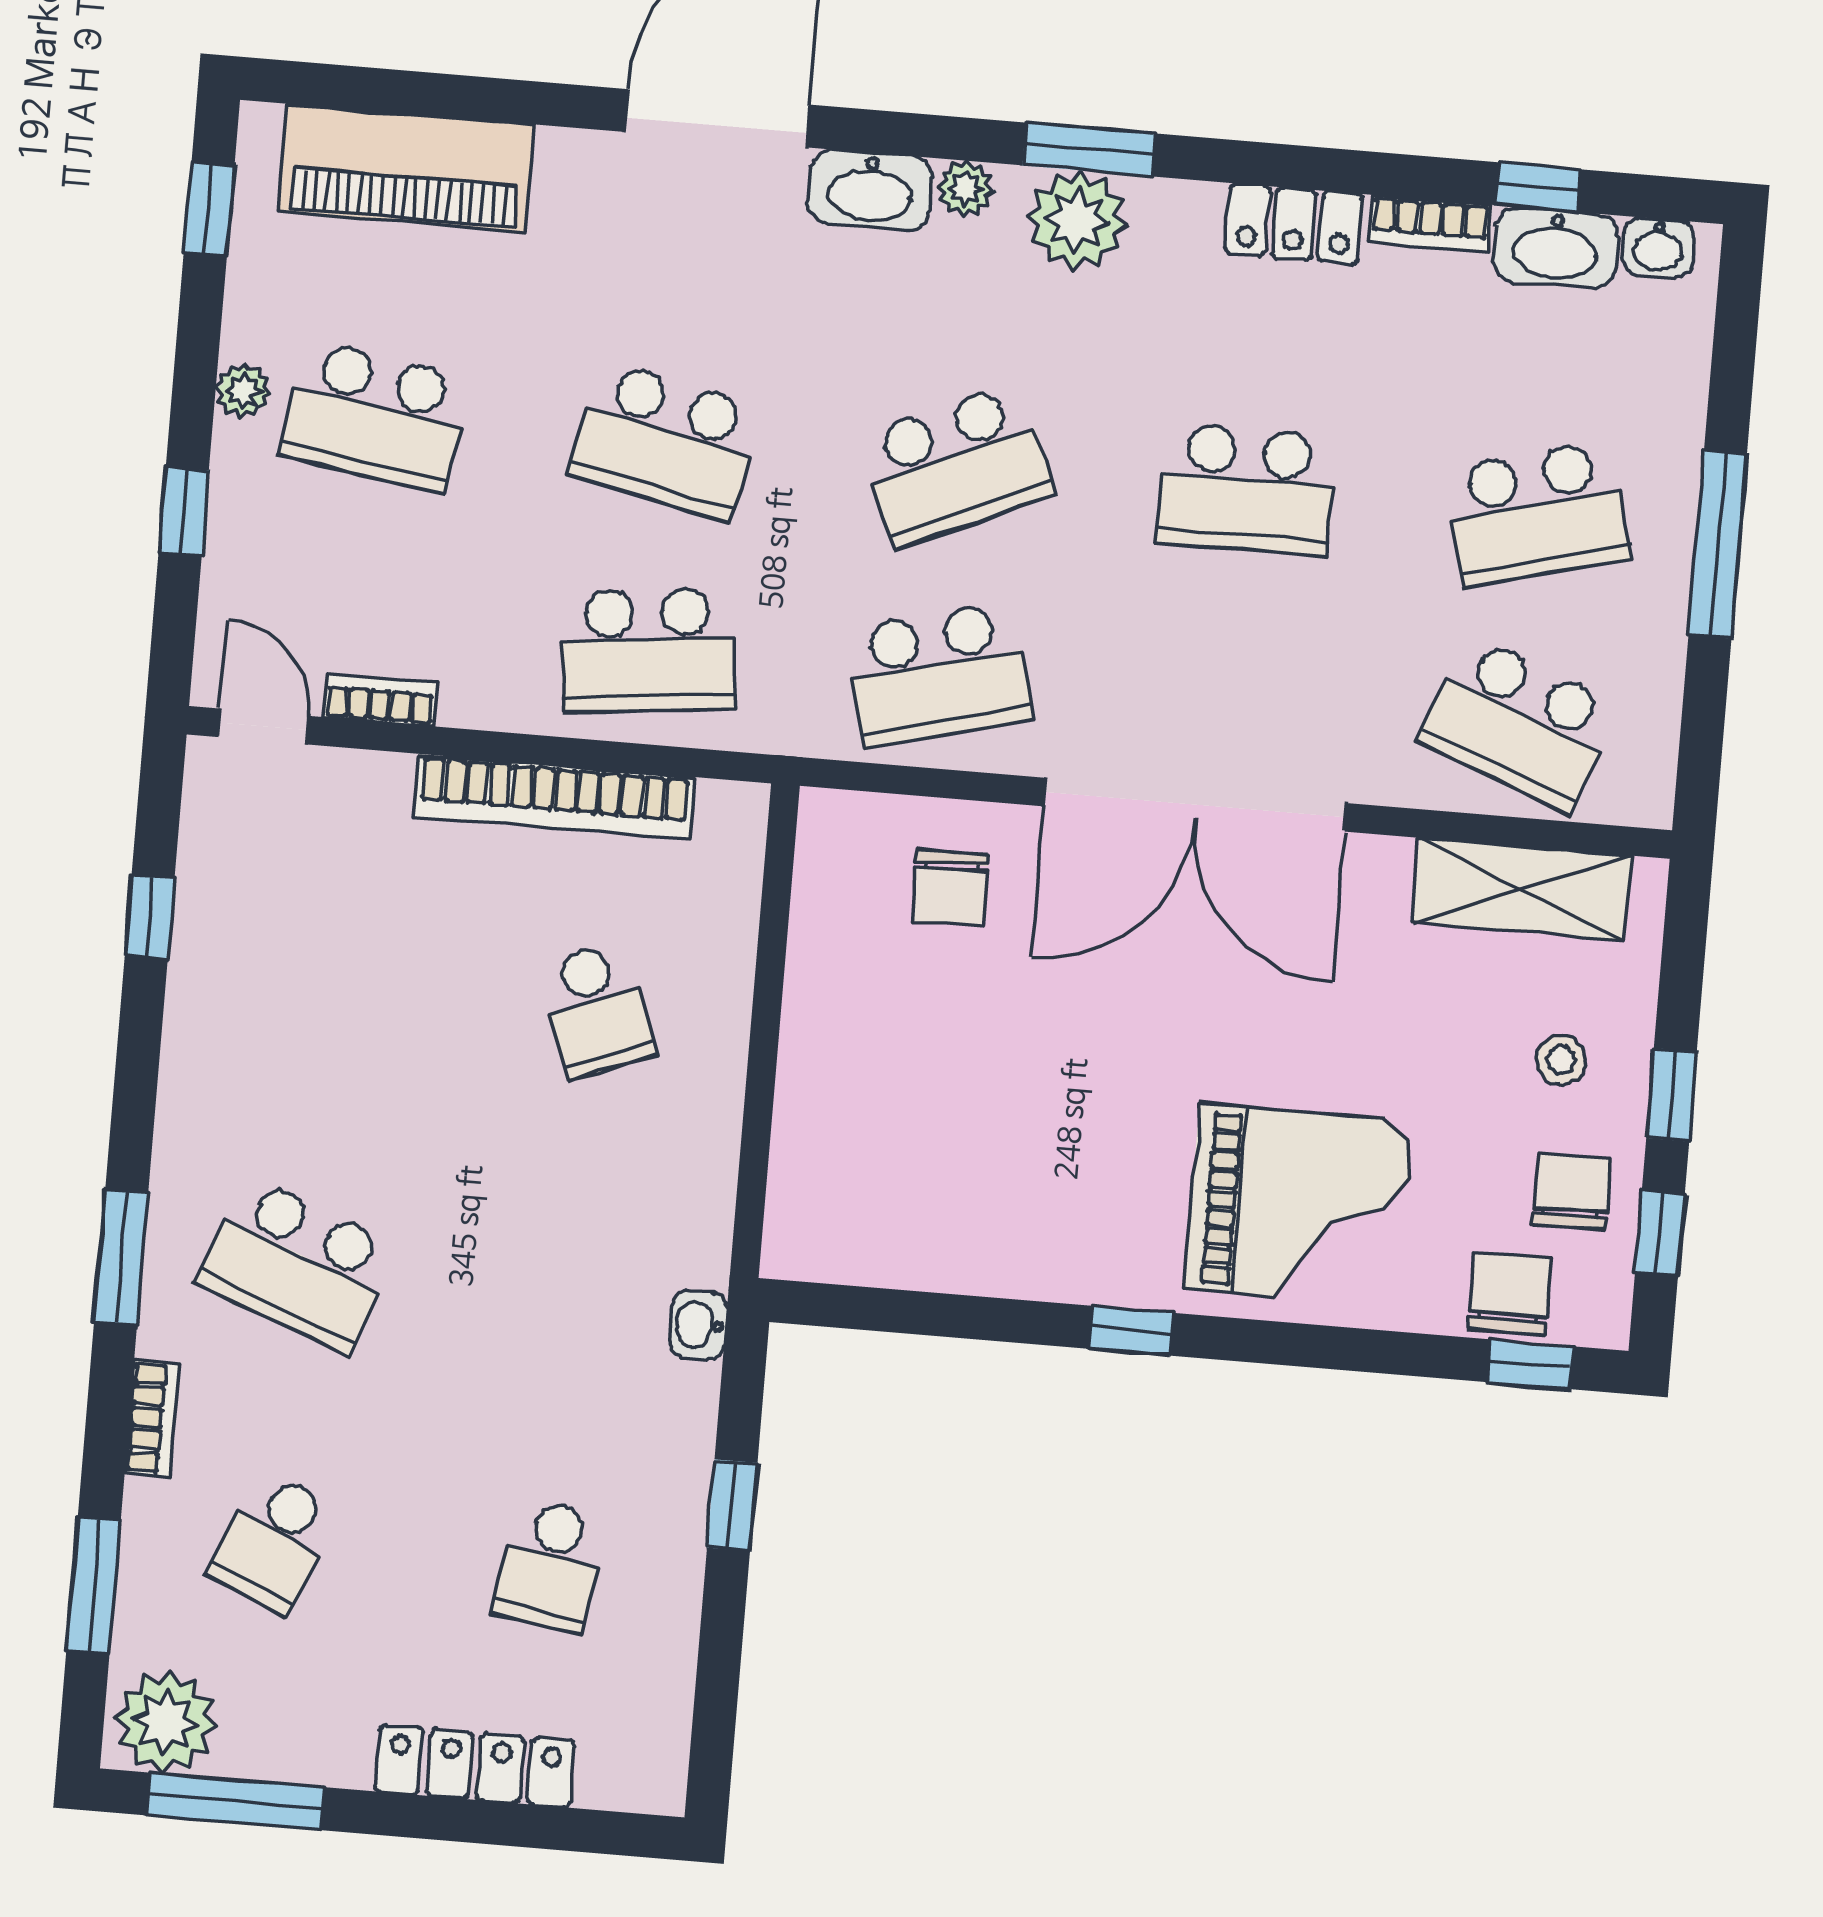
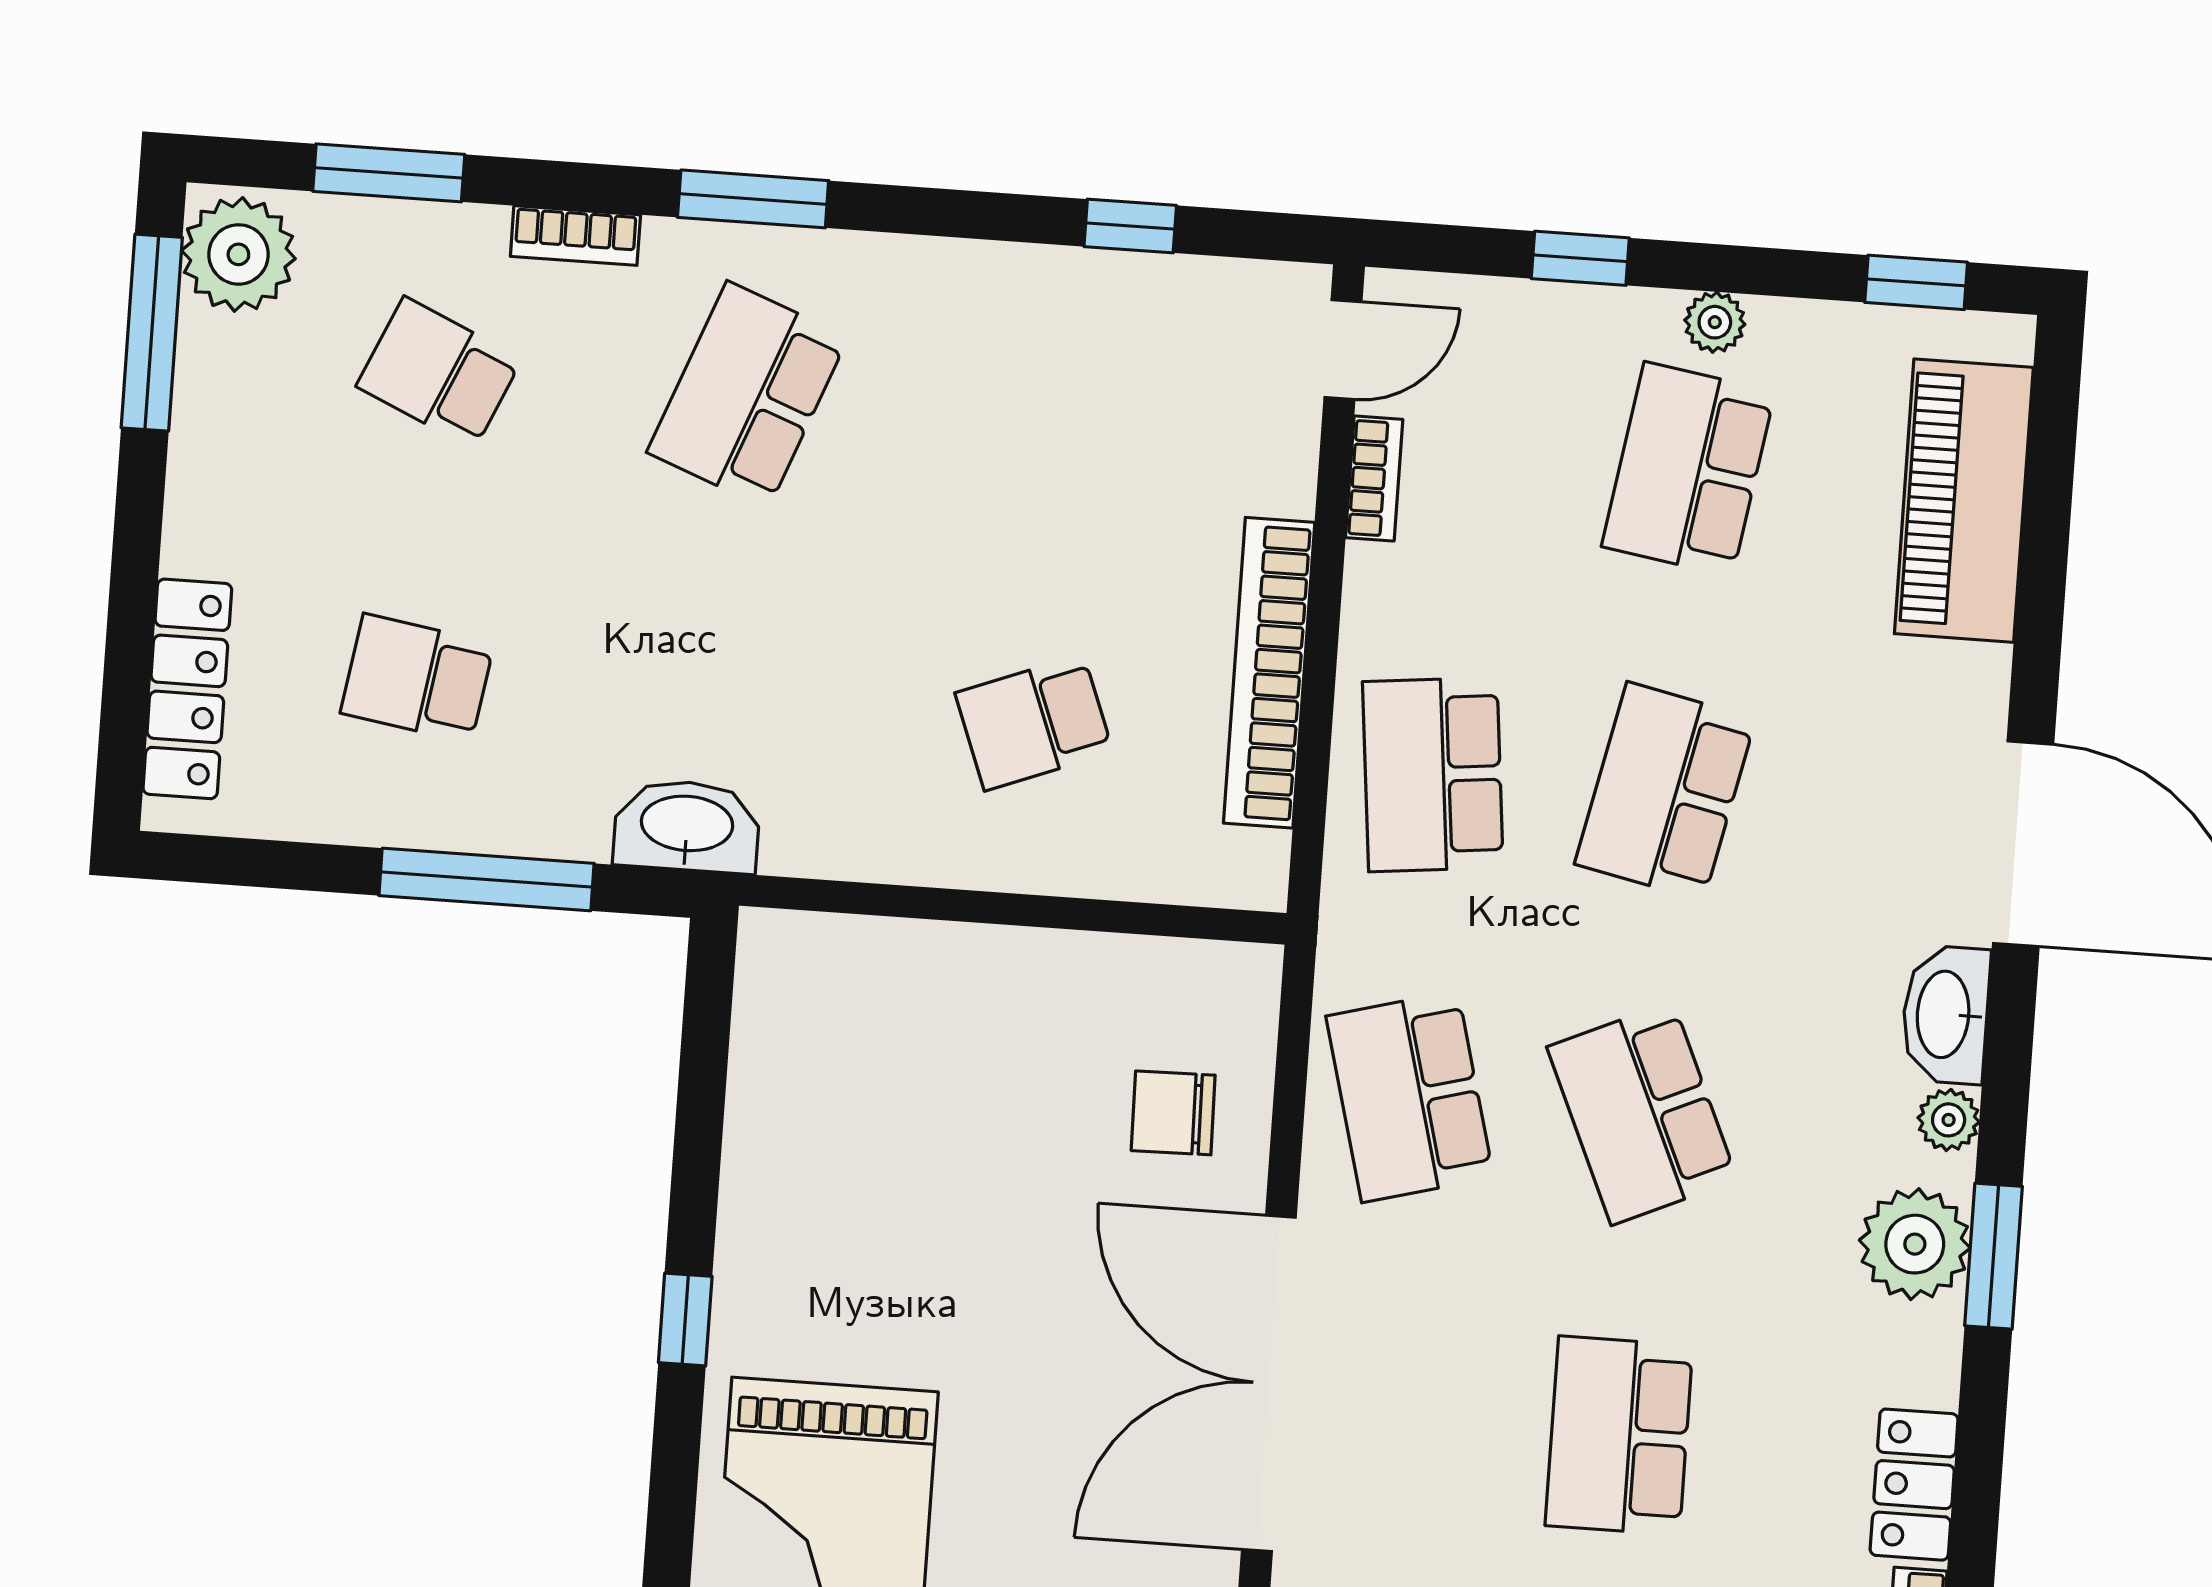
washbasin: (698, 1325) -> (687, 826), width x1.91, depth x1.45
window: (732, 1505) -> (487, 879), width x2.17
locker: (475, 1766) -> (187, 689), moved

